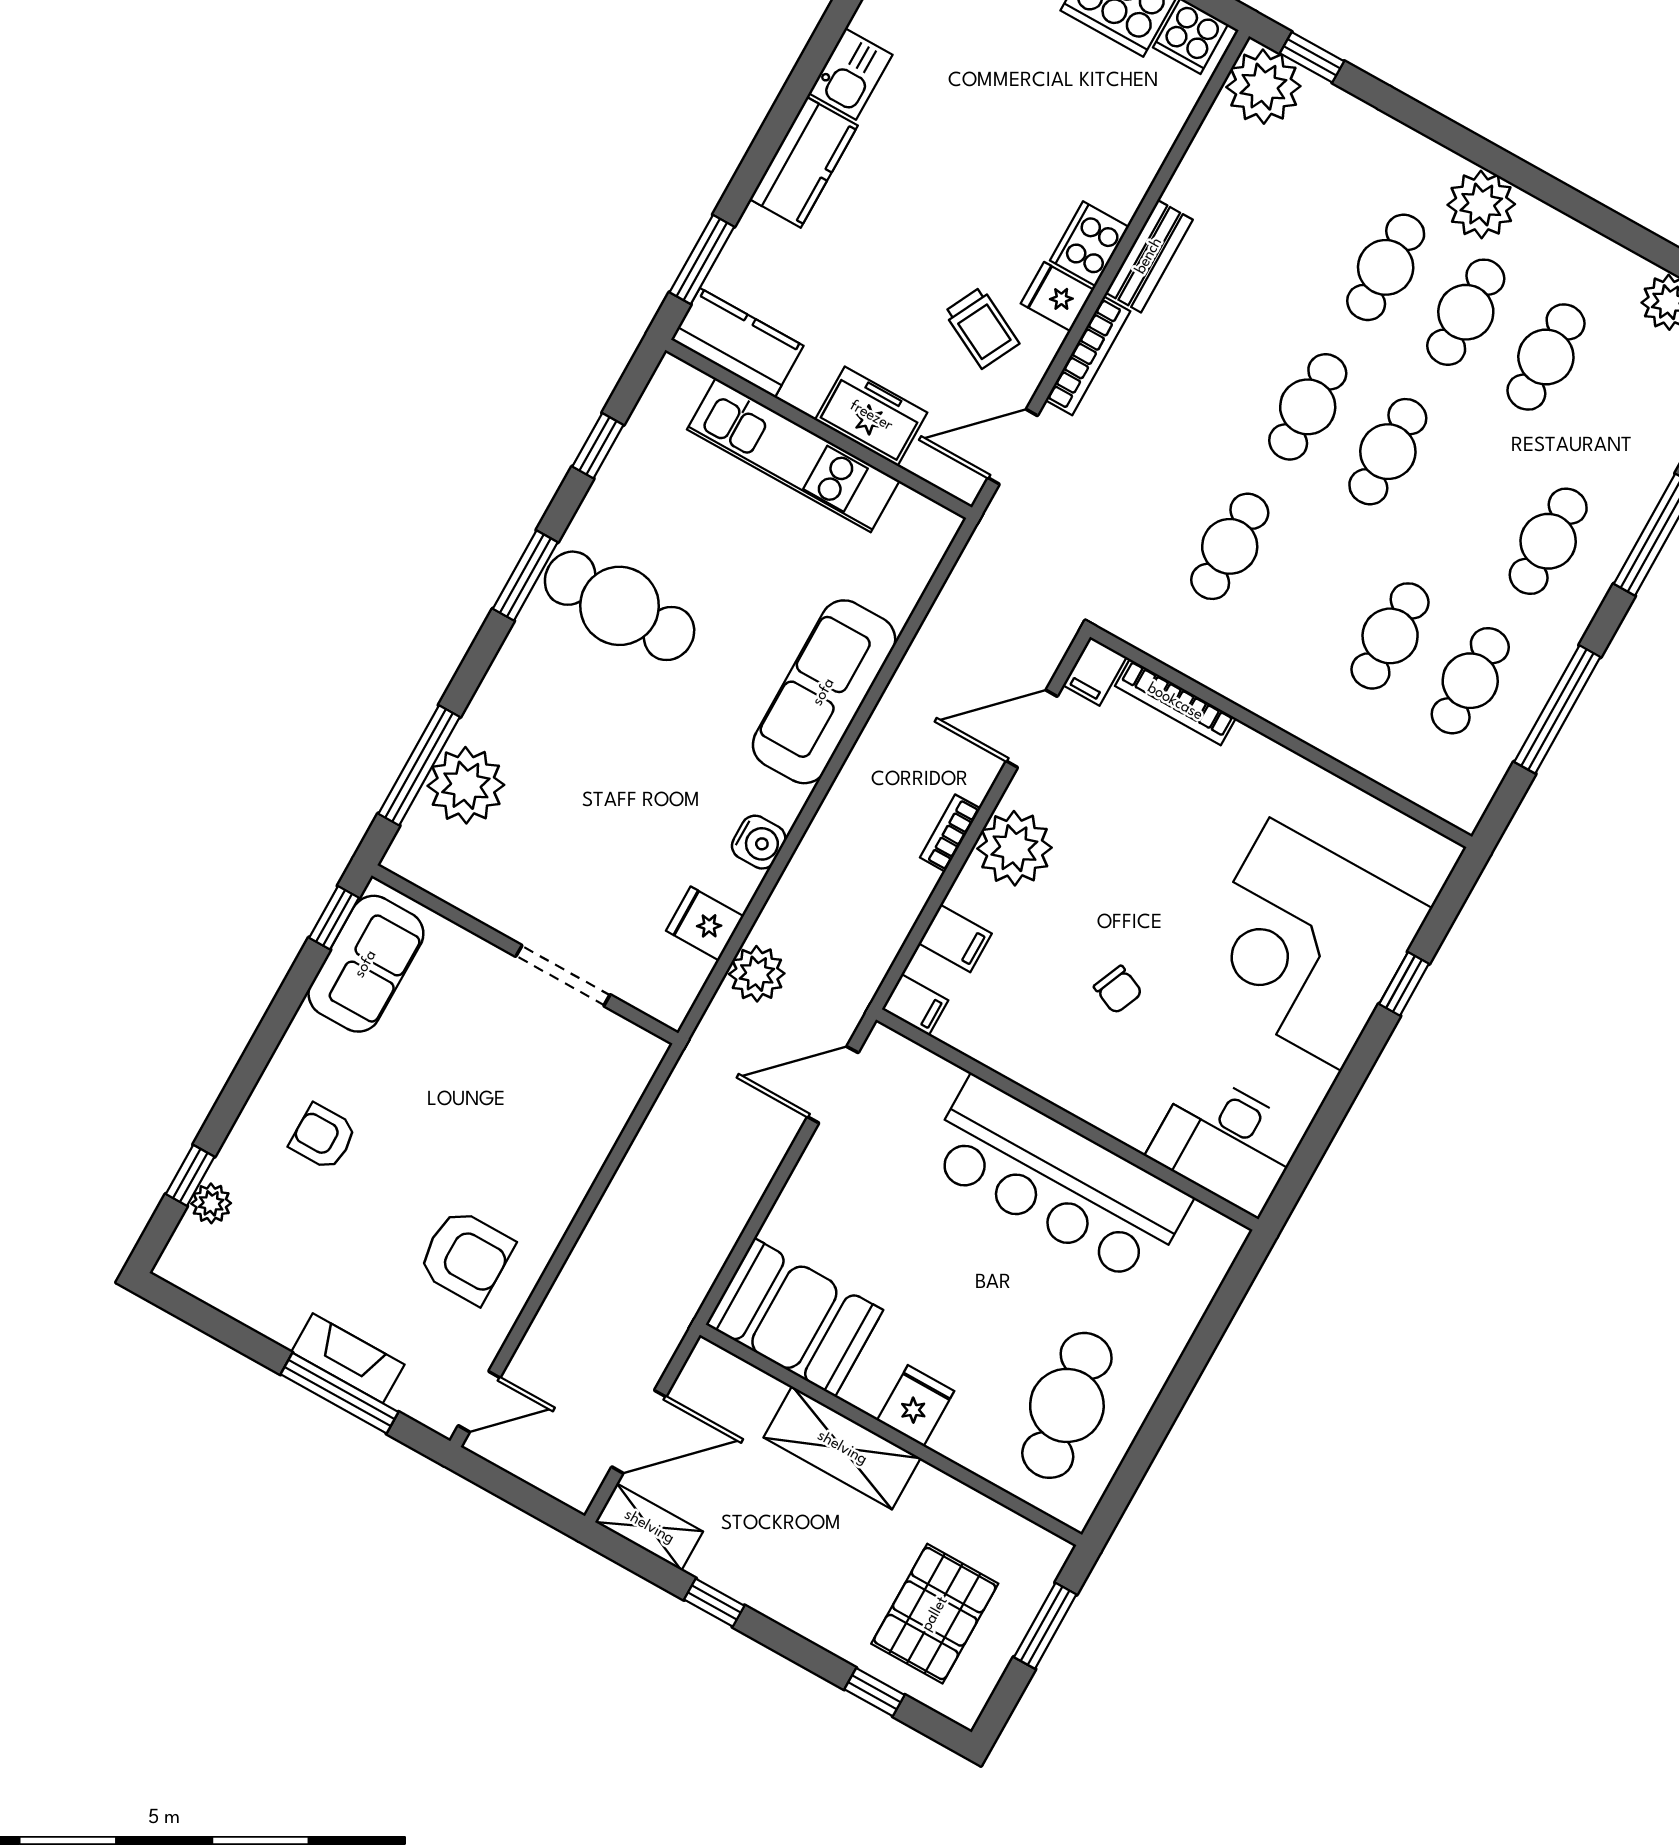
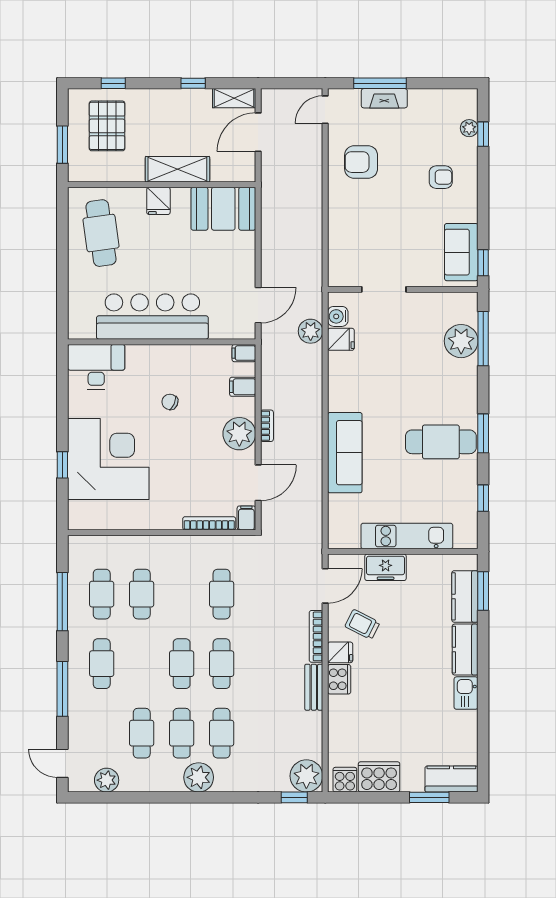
kitchen counter: (737, 343) -> (465, 596), moved, turned 90
water cooler: (759, 842) -> (338, 316), moved

